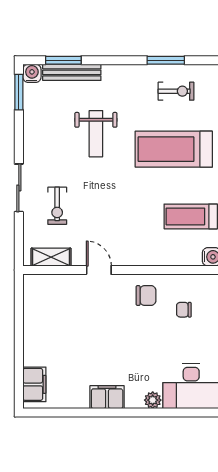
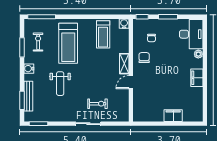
water cooler: (32, 73) -> (29, 69), moved
weight bench: (96, 134) -> (60, 84), turned 90
shelving: (51, 257) -> (124, 64), moved
filing cabinet: (34, 384) -> (173, 116), moved

